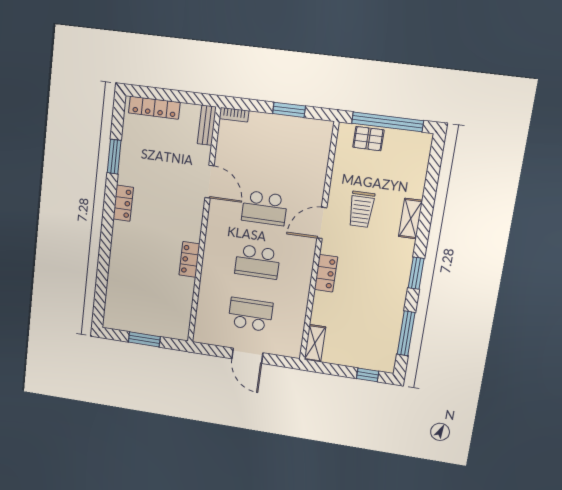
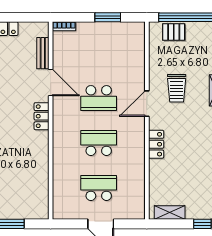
bench: (207, 125) -> (43, 53), moved
locker: (189, 259) -> (42, 116), moved
school desk: (257, 262) -> (99, 143), turned 180
shelving: (315, 343) -> (170, 213), moved, turned 90

